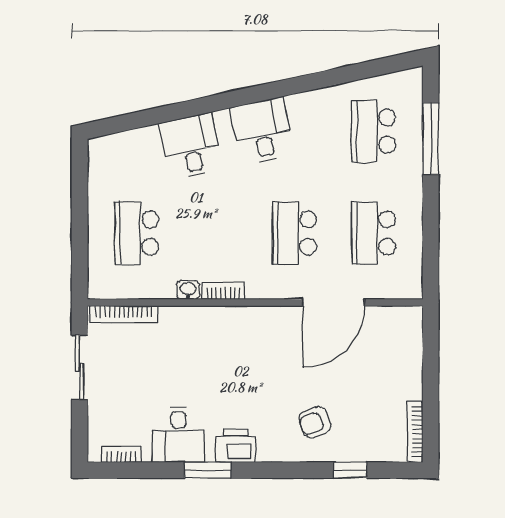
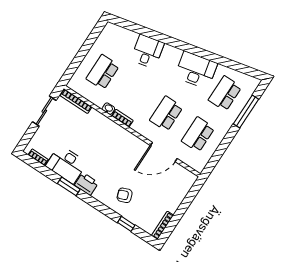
desk: (262, 131) -> (196, 70), moved, width x1.37
desk: (178, 435) -> (66, 164), width x1.37

